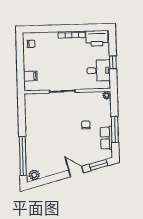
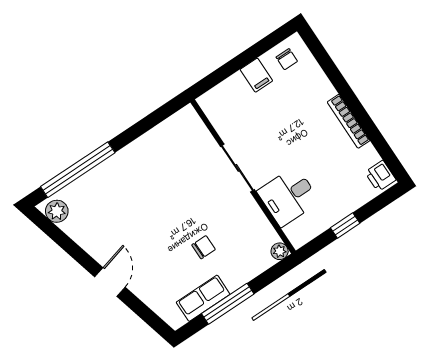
printer: (97, 38) -> (380, 176), width x0.53, depth x0.68
desk: (99, 71) -> (288, 196), moved, turned 90
filing cabinet: (30, 76) -> (256, 75), moved
window: (99, 165) -> (146, 315), removed

